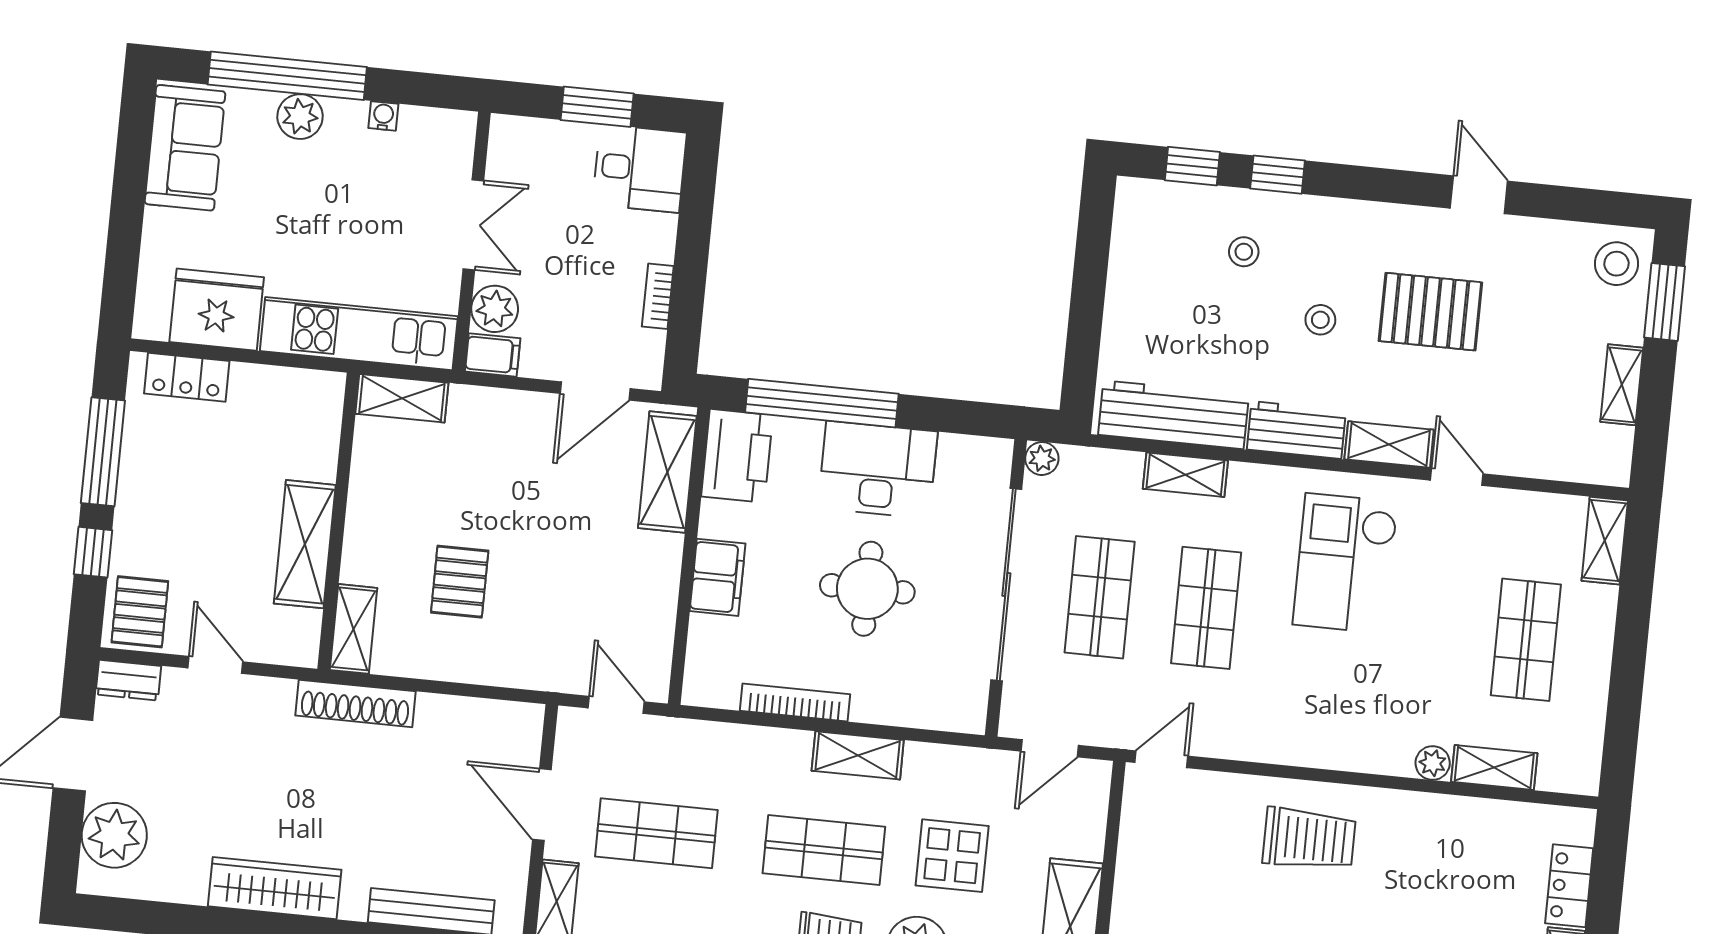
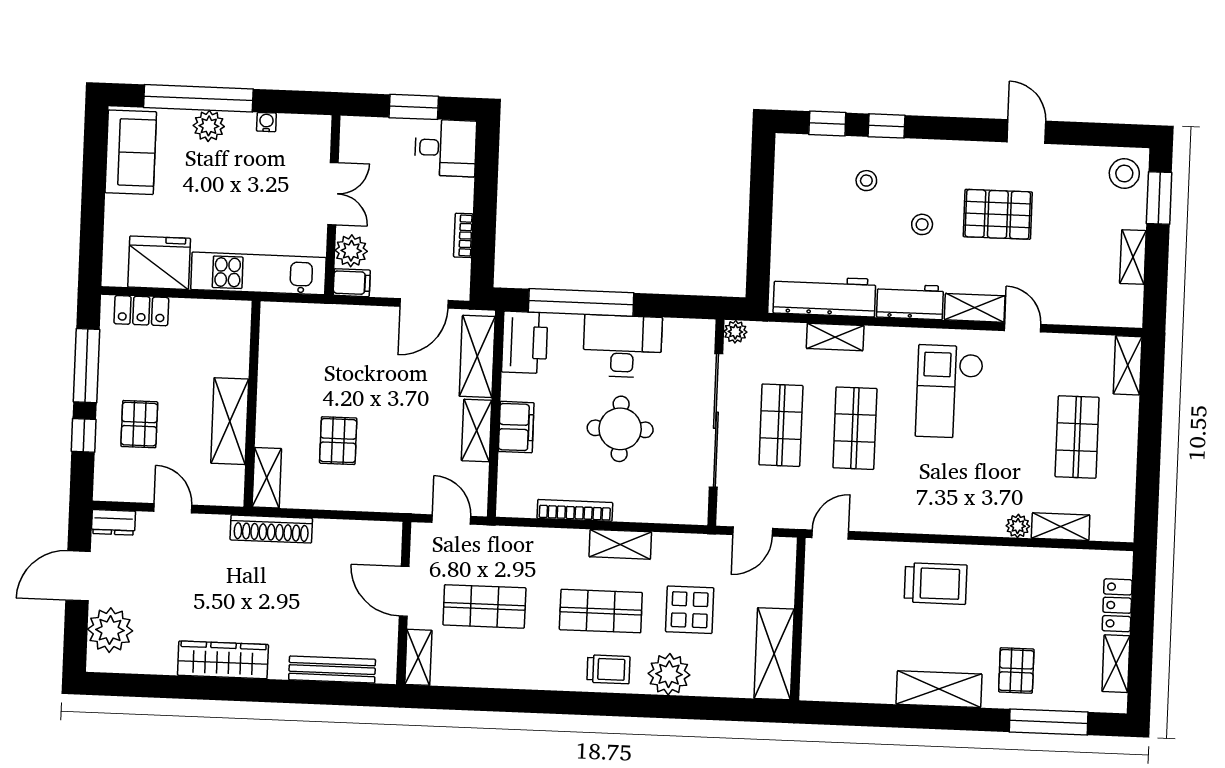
shelving: (402, 398) -> (477, 430), moved, turned 90
pallet: (140, 612) -> (139, 424), moved

